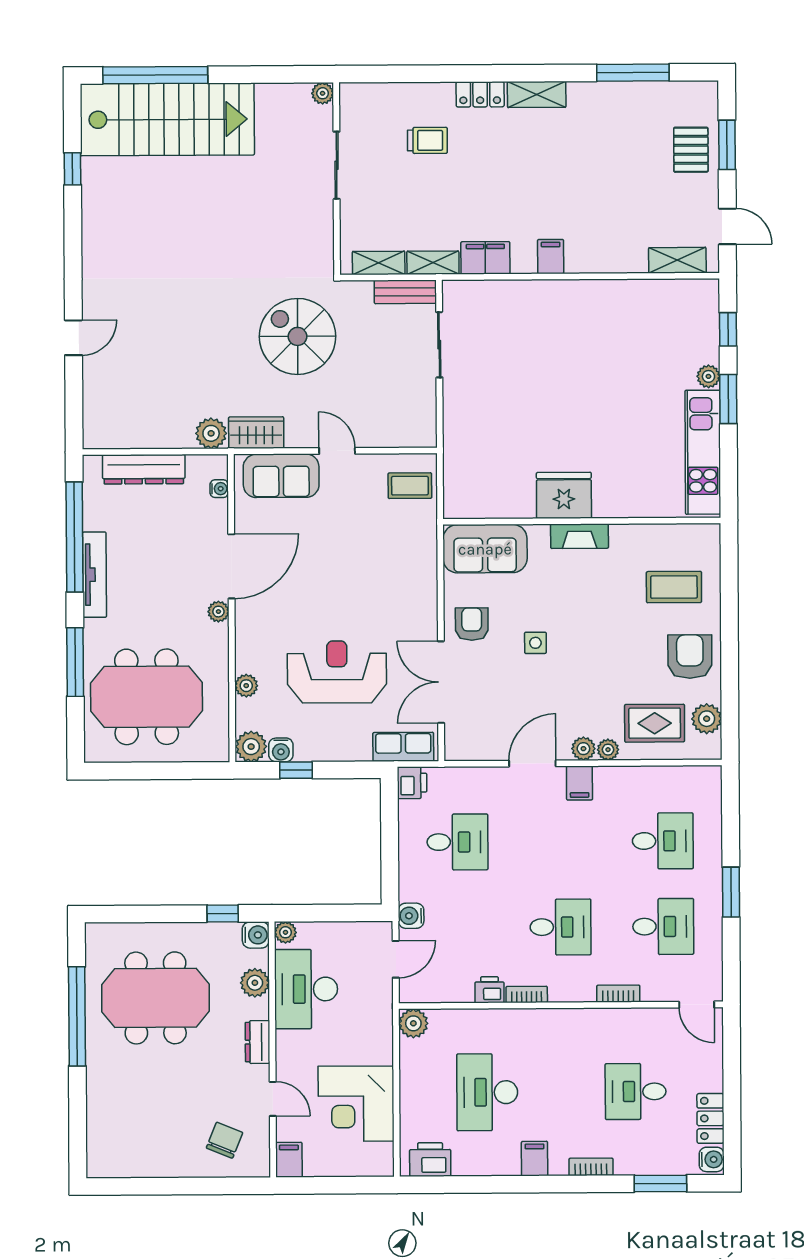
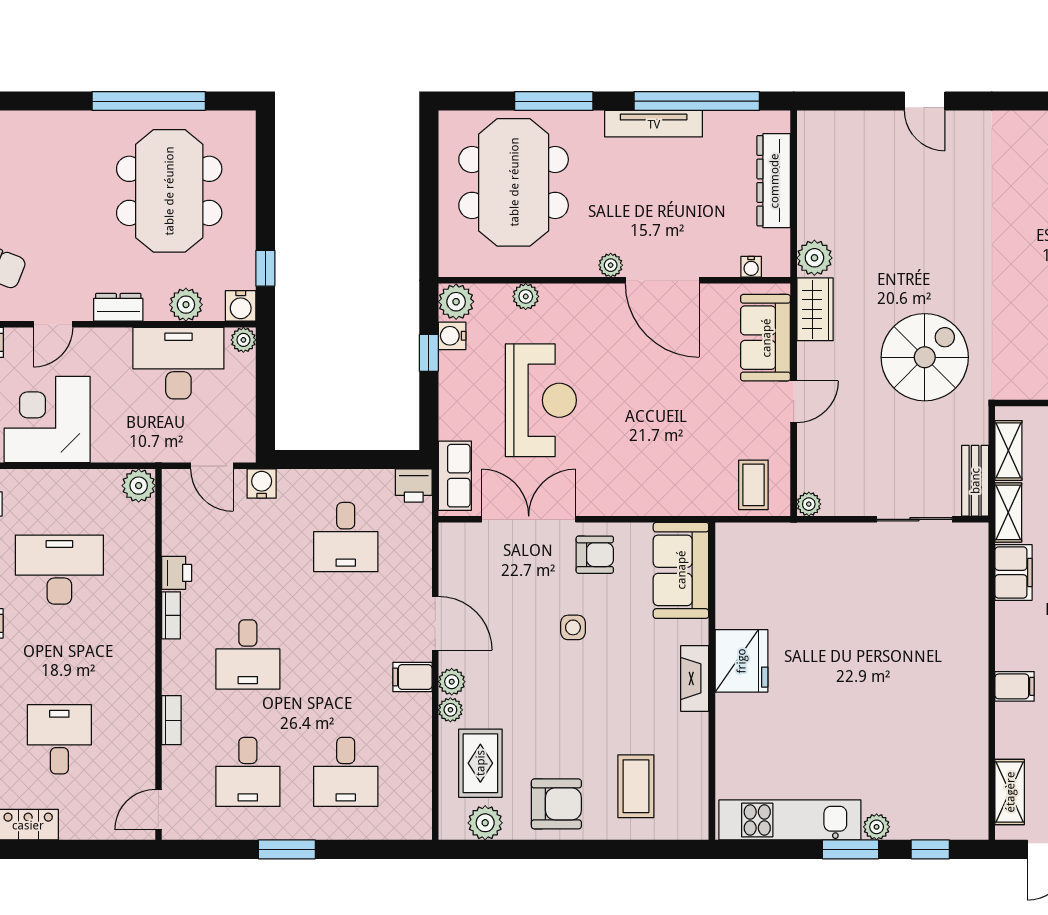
filing cabinet: (551, 257) -> (1015, 686), moved
plant: (426, 437) -> (809, 504), added

